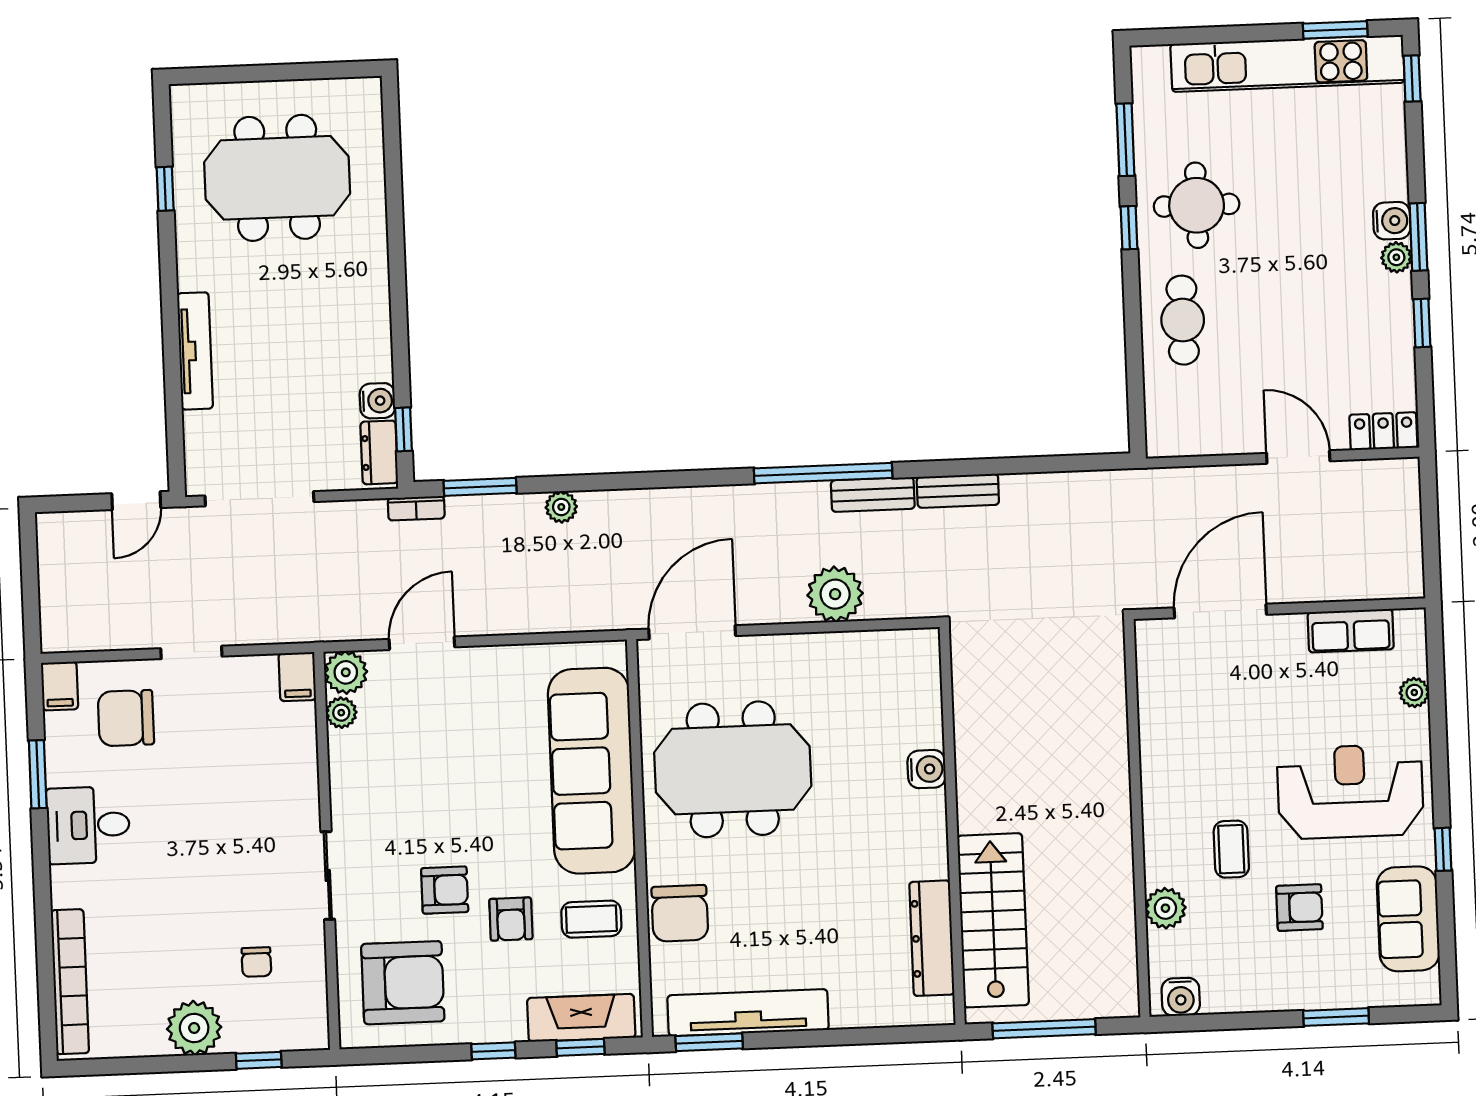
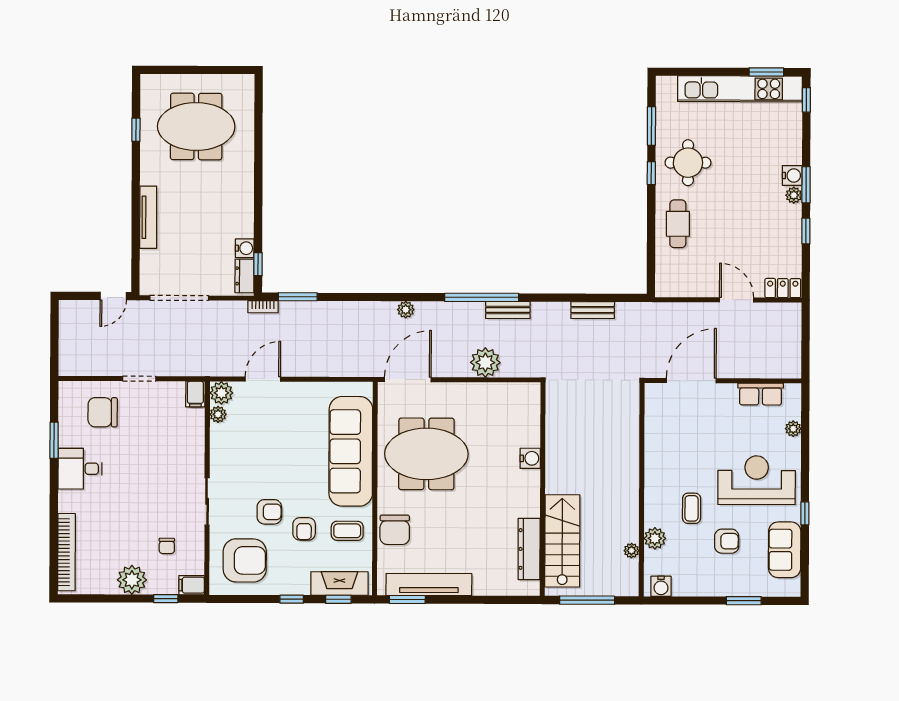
bench: (958, 491) -> (593, 310), moved
plant: (561, 507) -> (406, 310), moved
filing cabinet: (60, 686) -> (192, 585), moved, turned 90
plant: (1123, 933) -> (632, 551), added

